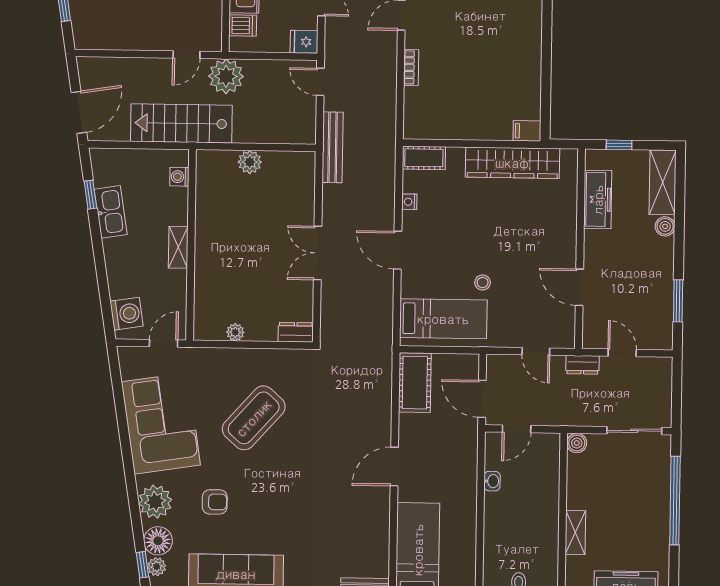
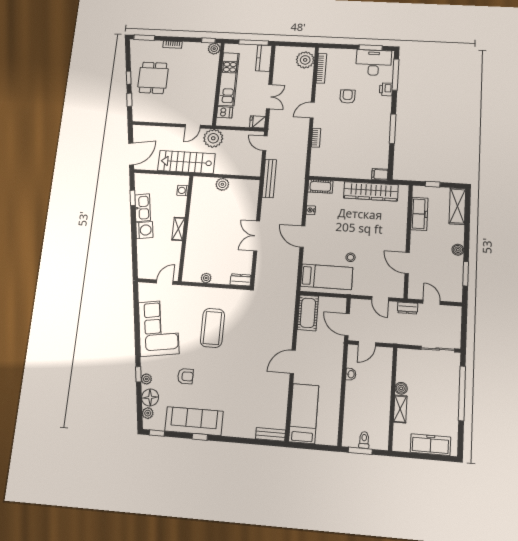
window: (547, 45) -> (393, 129), added
boiler: (665, 226) -> (458, 250), moved
washing machine: (127, 314) -> (144, 230), moved
coffee table: (254, 418) -> (212, 328), turned -42
boiler: (577, 443) -> (401, 388), moved
plant: (155, 502) -> (146, 379), width x0.53, depth x0.53
window: (142, 565) -> (138, 374), moved

